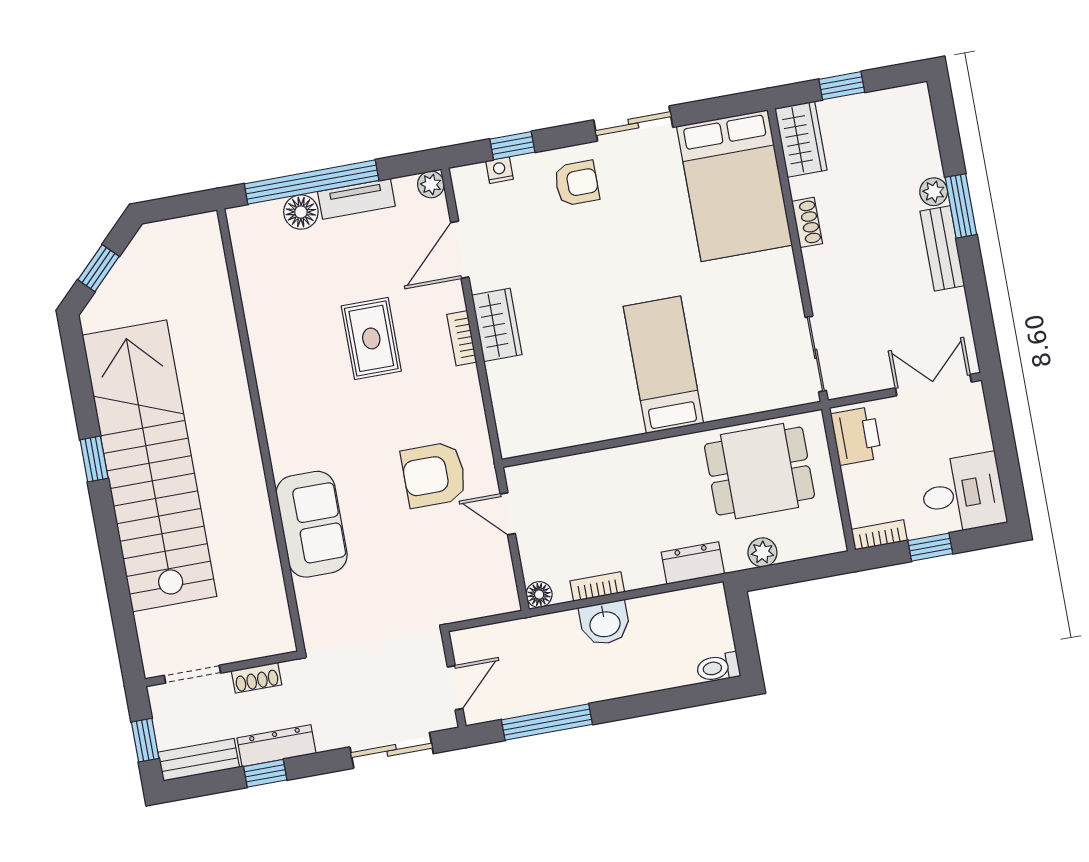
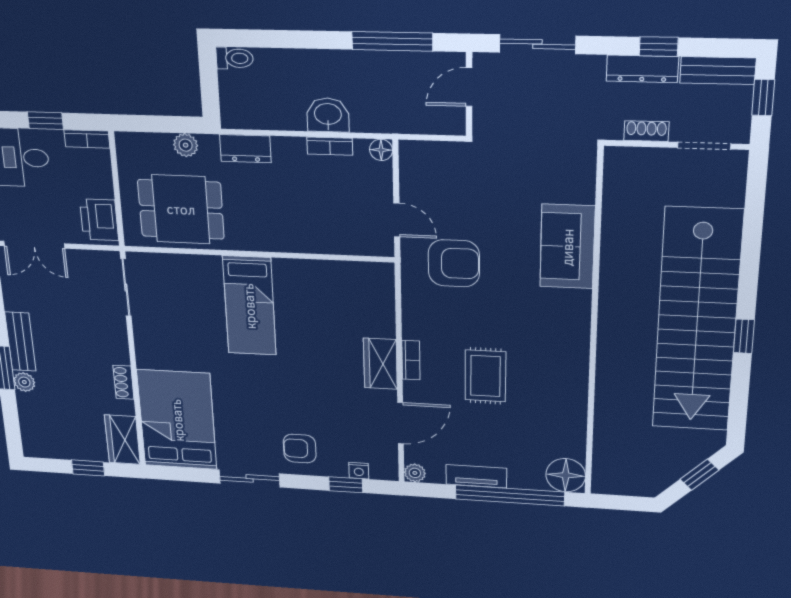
floor lamp: (301, 212) -> (566, 475), moved, width x1.38, depth x1.38

